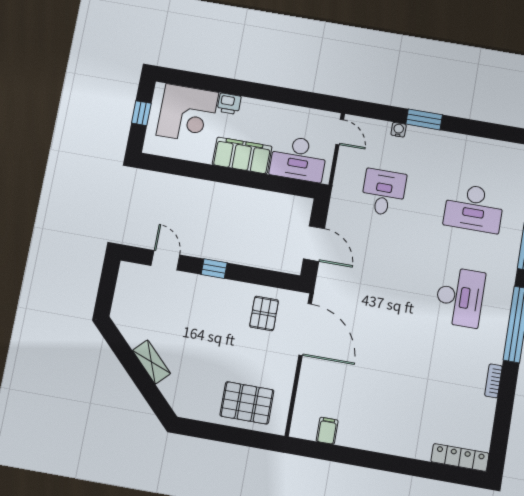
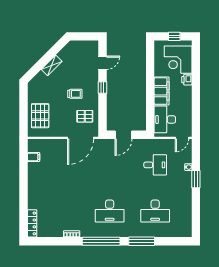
desk: (474, 208) -> (155, 211), turned -90
trolley: (216, 325) -> (75, 94), added

